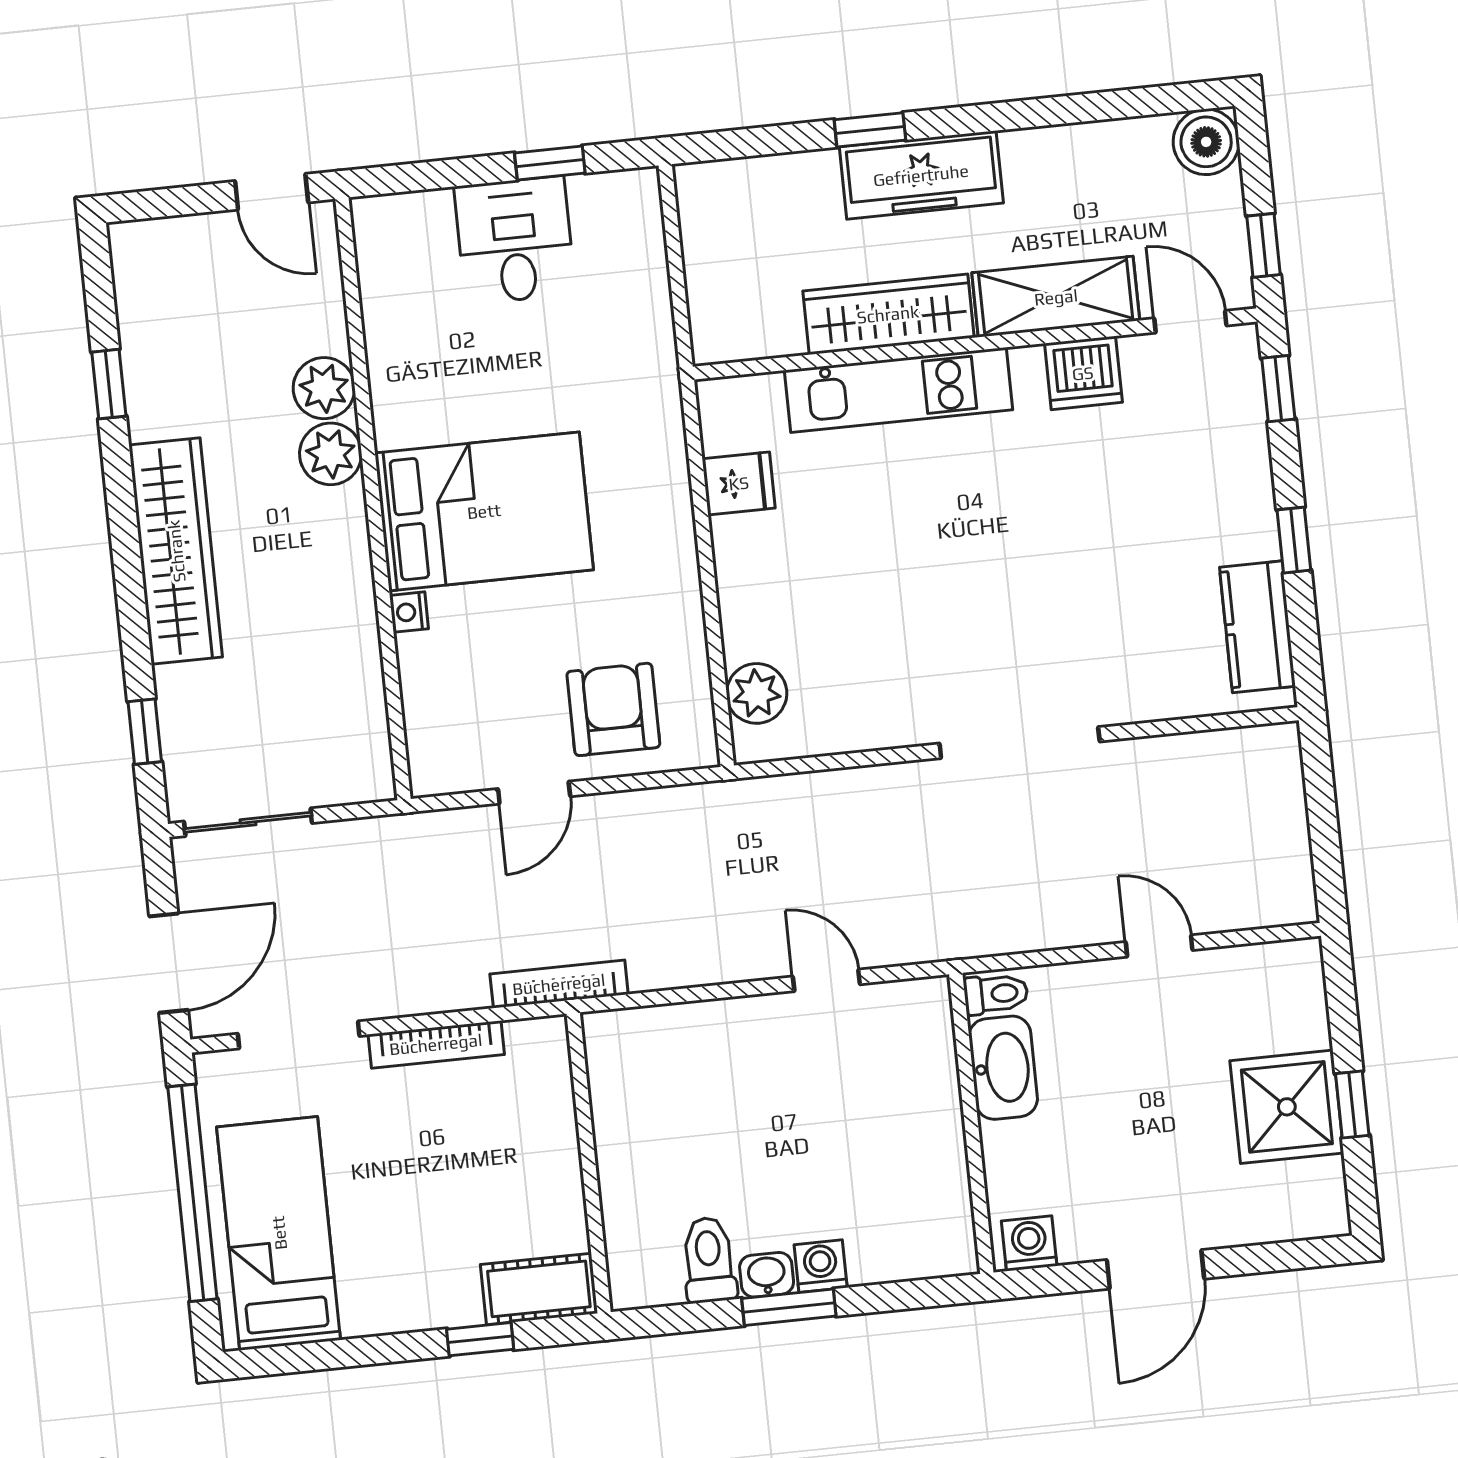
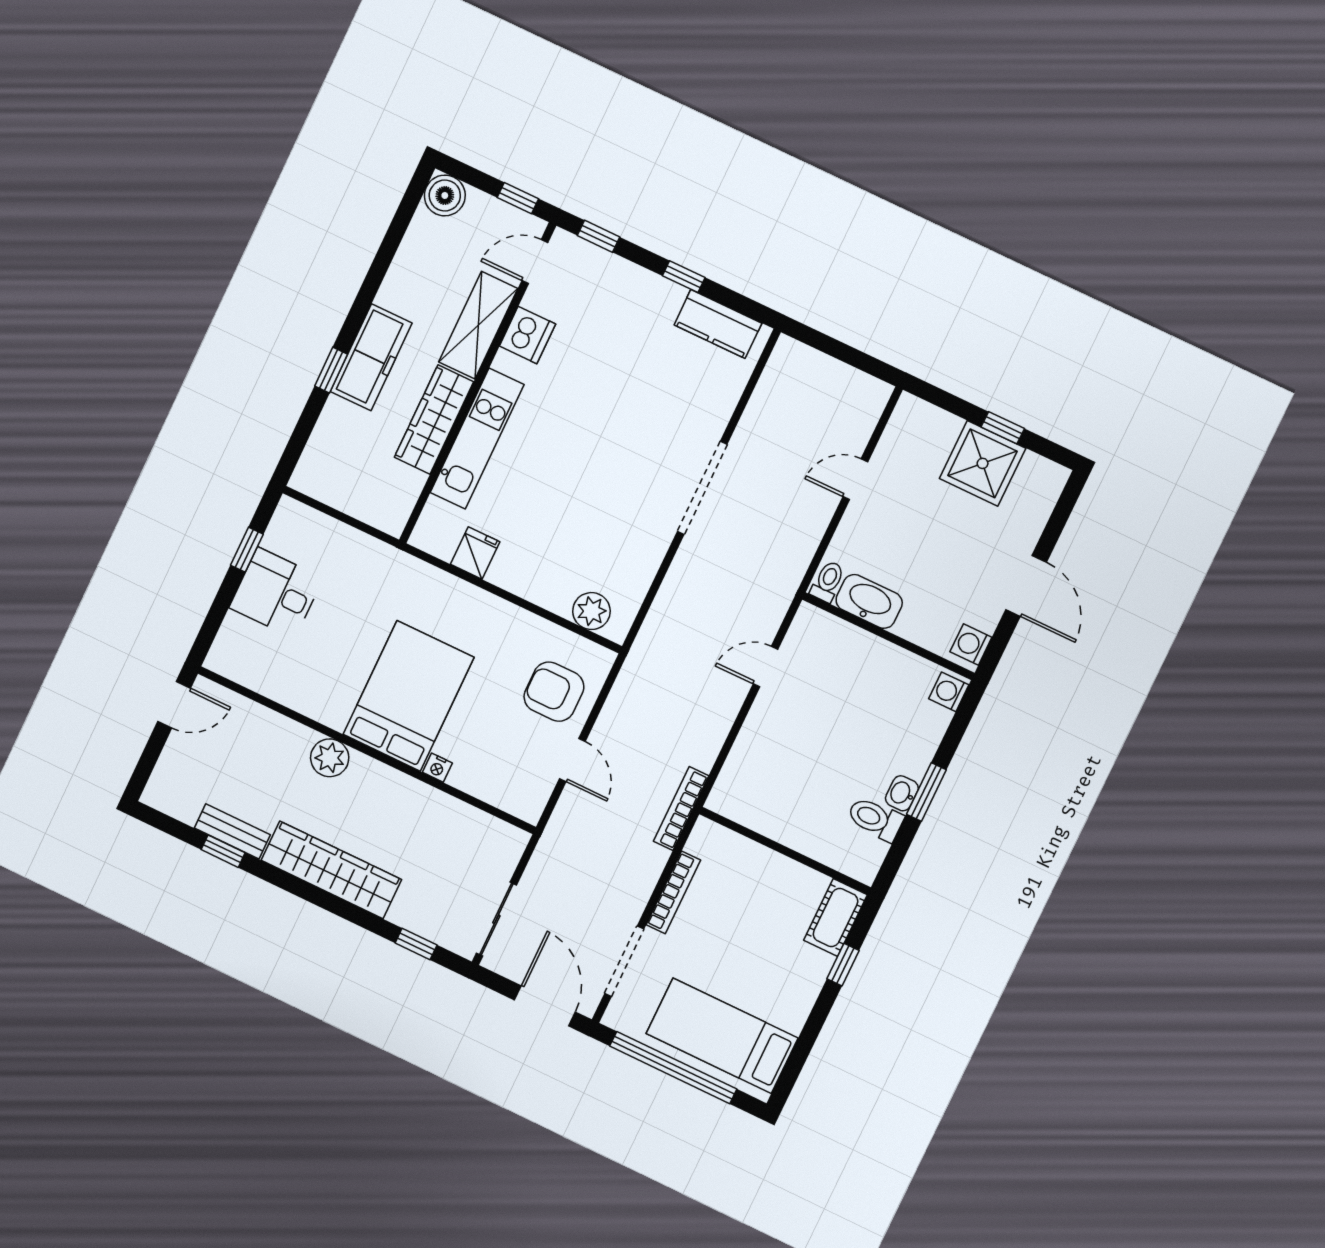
bench: (144, 380) -> (232, 831), added
plant: (324, 388) -> (293, 740), removed
washing machine: (821, 1266) -> (949, 692), moved

